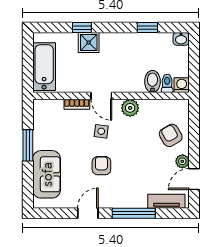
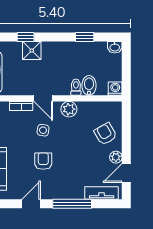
toilet: (167, 83) -> (76, 87), moved

